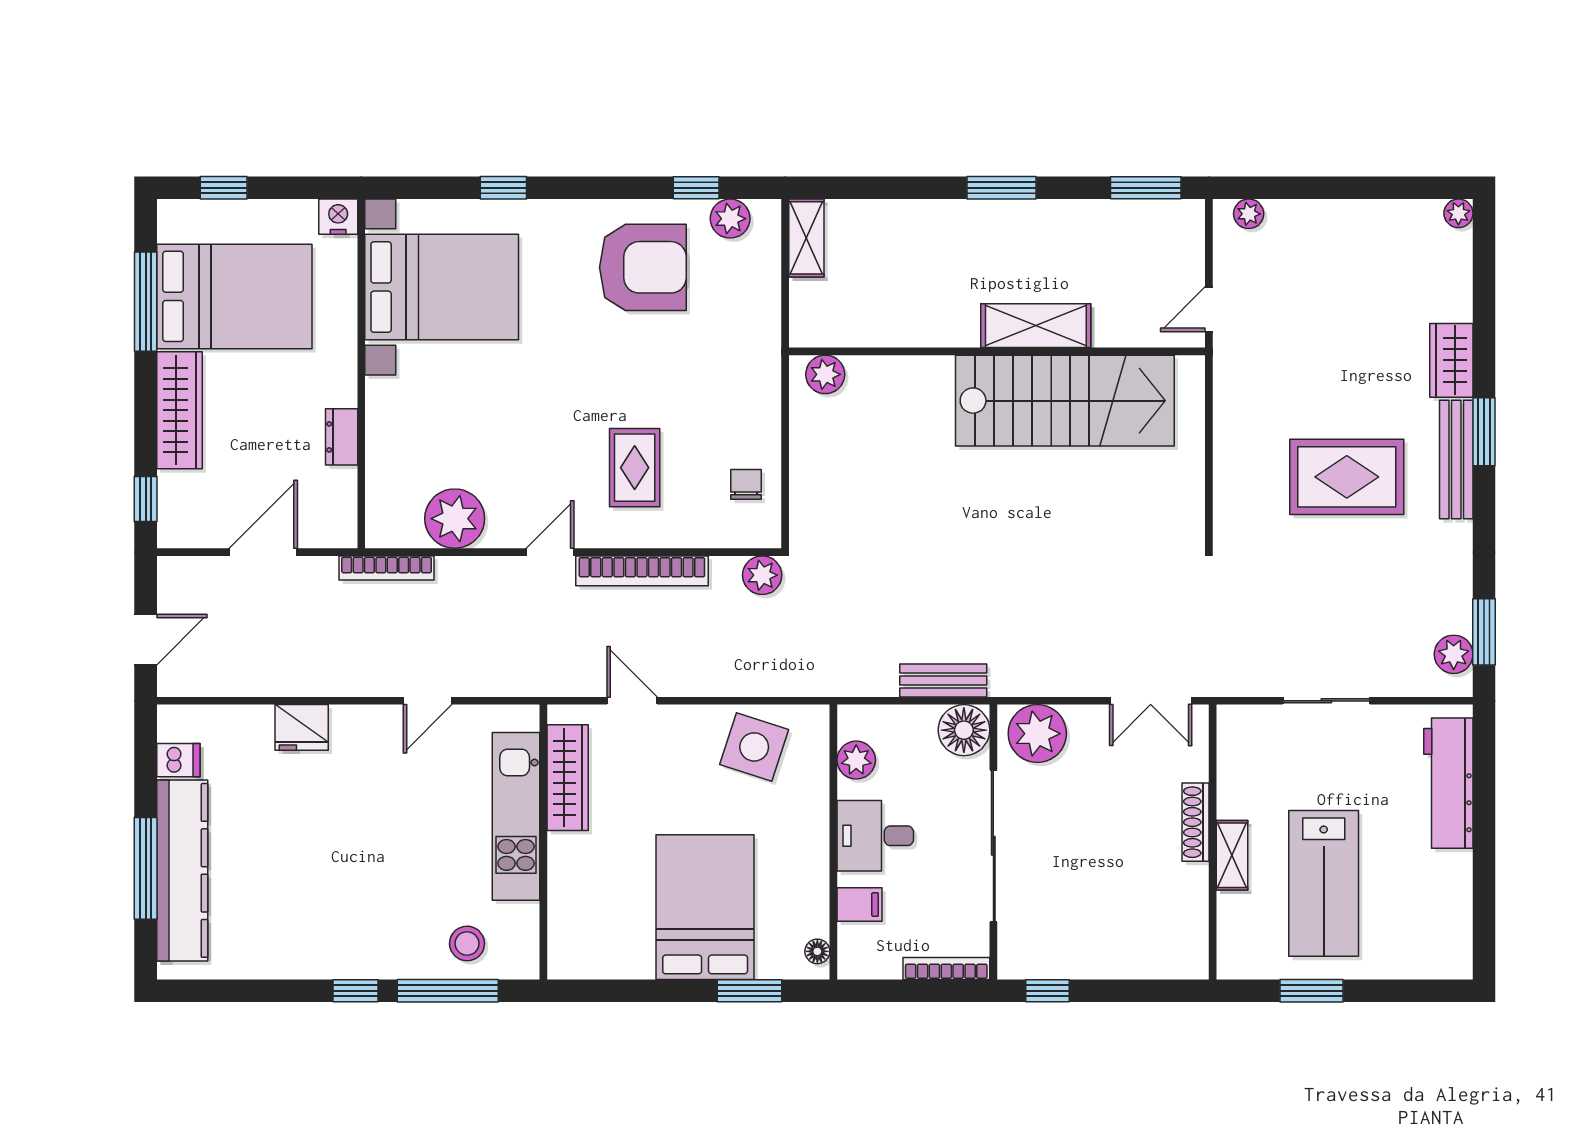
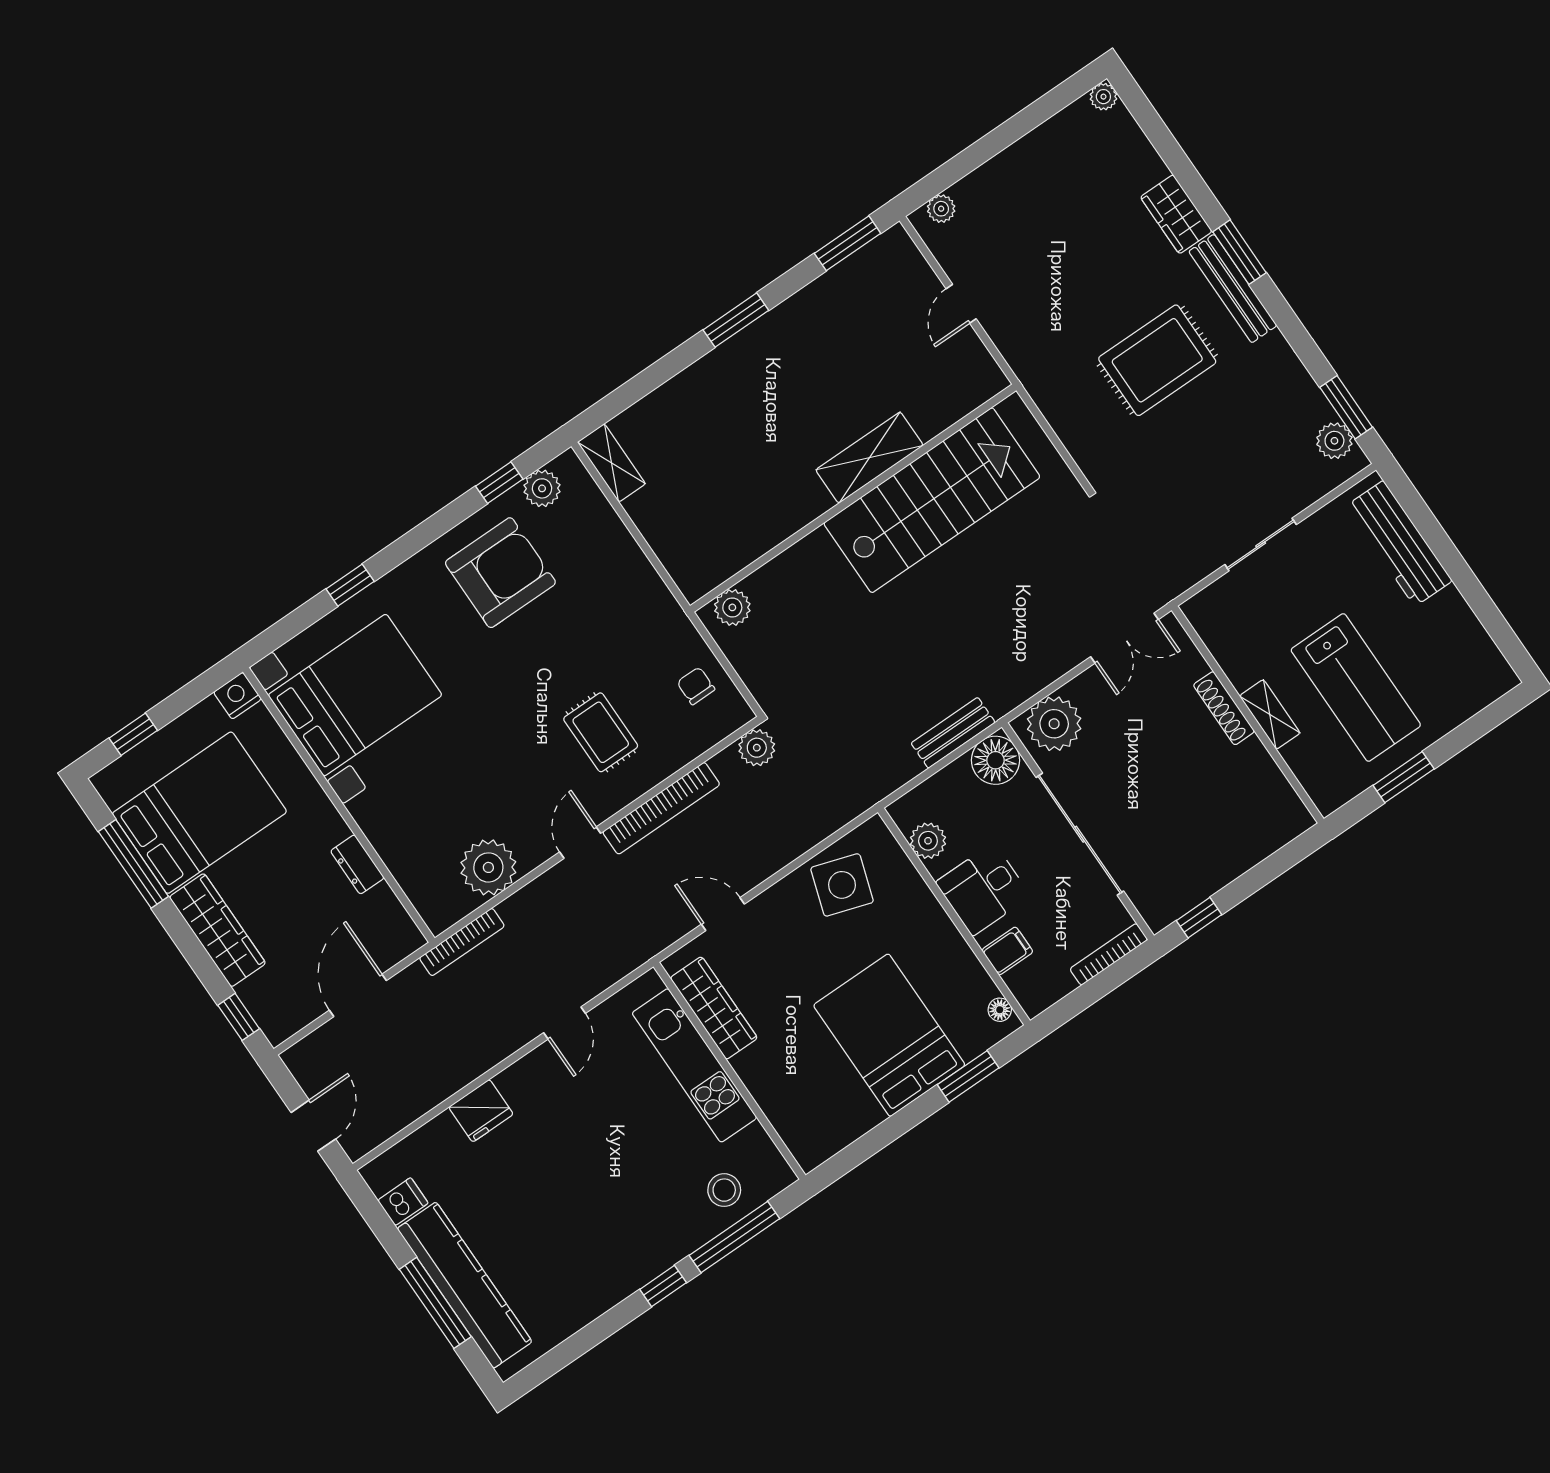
shelving: (1036, 326) -> (869, 458), moved
wall: (997, 351) -> (853, 498), moved
plant: (825, 374) -> (732, 607), moved
stairs: (1065, 401) -> (932, 500), moved

